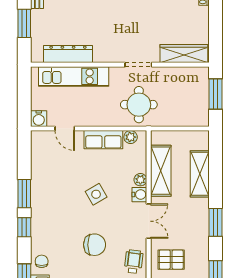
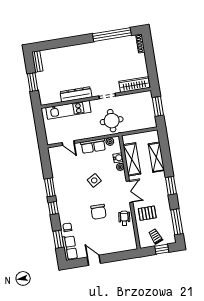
dresser: (68, 54) -> (76, 94), moved
water cooler: (39, 119) -> (51, 139), removed
water cooler: (139, 195) -> (118, 158), moved
chair: (95, 245) -> (98, 212), turned 90

